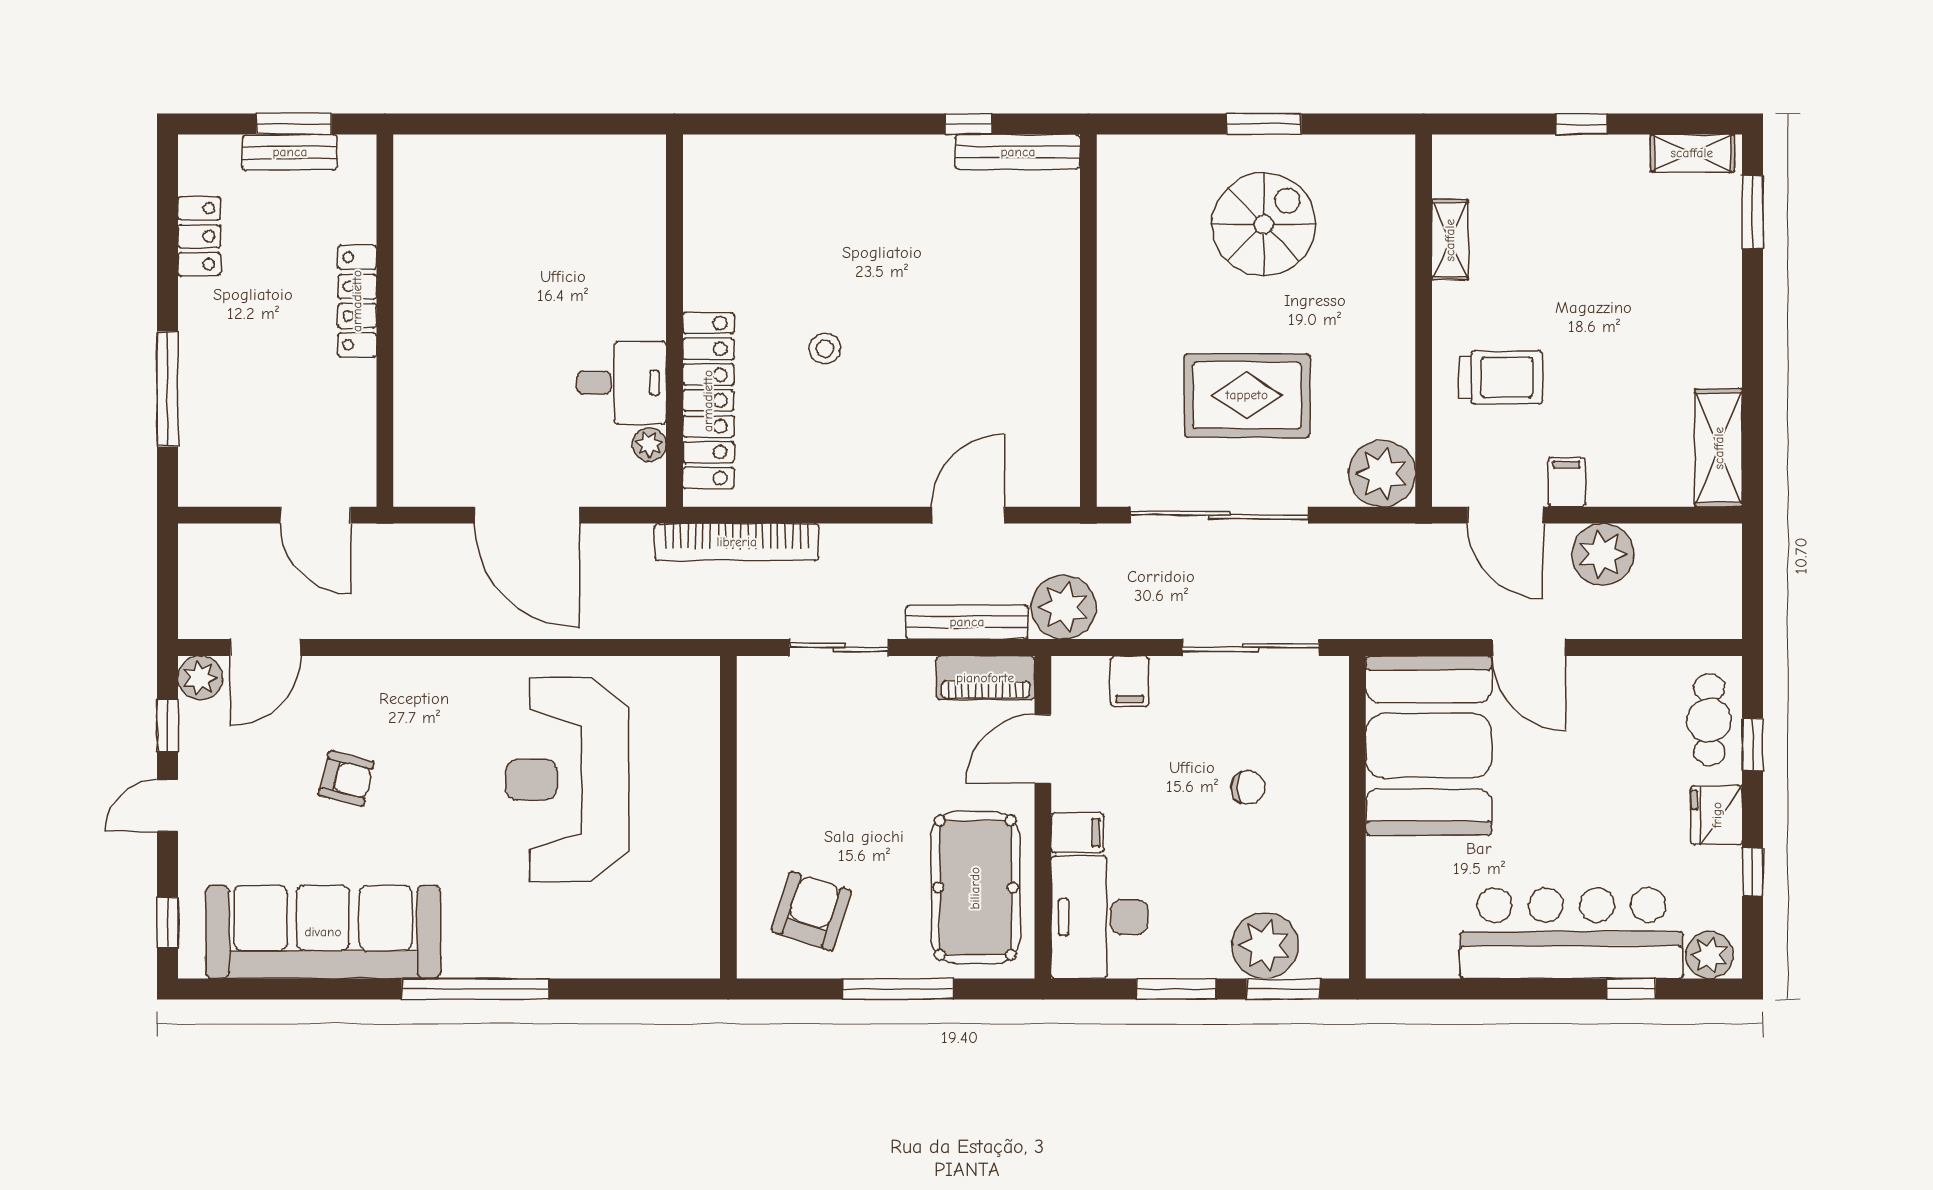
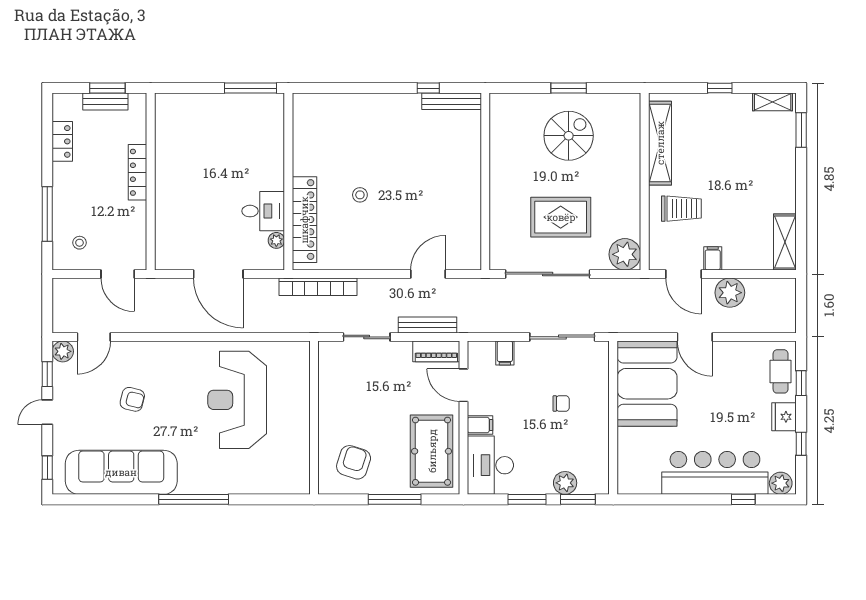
window: (595, 124) -> (250, 88), added
shelving: (1450, 240) -> (660, 143), width x2.20, depth x1.33
stool: (235, 449) -> (80, 243), added
plant: (1064, 607) -> (473, 318), removed
door: (1043, 749) -> (464, 385), hinge flipped
plant: (1265, 945) -> (565, 483), width x0.73, depth x0.73

